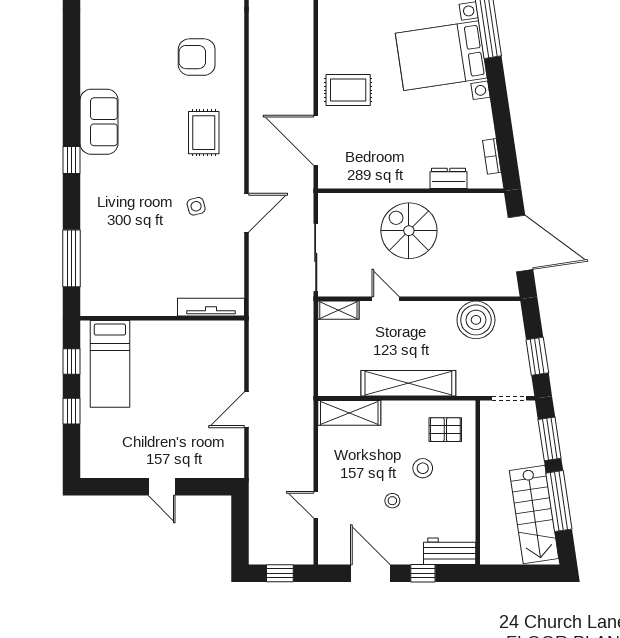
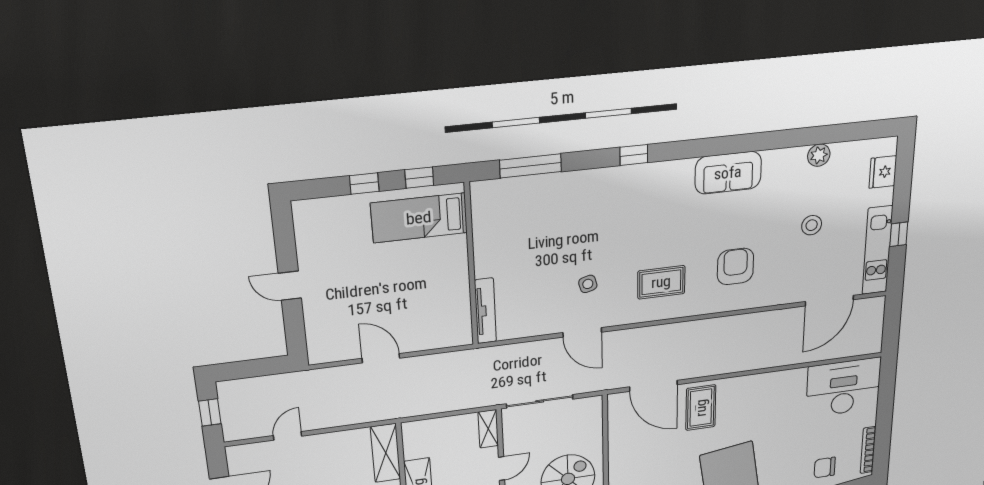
sofa: (99, 122) -> (728, 173), moved
door: (316, 140) -> (653, 386), swing flipped
door: (162, 487) -> (290, 286), hinge flipped

